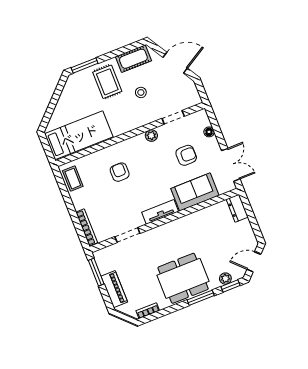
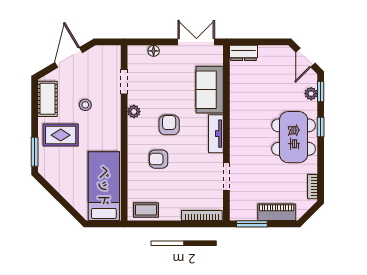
armchair: (186, 155) -> (169, 125), moved
window: (201, 298) -> (321, 127), width x0.67

